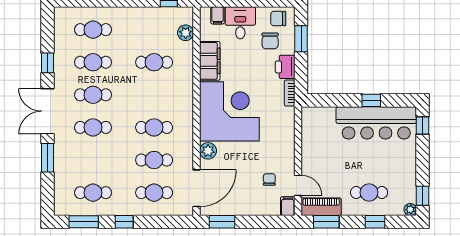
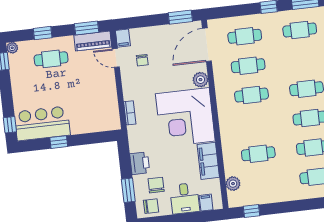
bookcase: (290, 93) -> (130, 113), moved
bar counter: (376, 123) -> (42, 123), width x0.73

